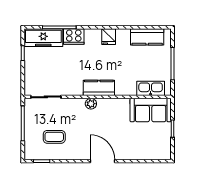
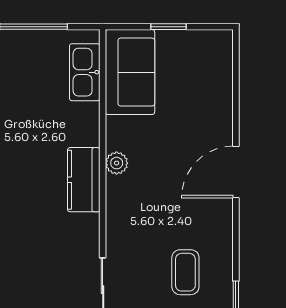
plant: (91, 104) -> (117, 163), moved

